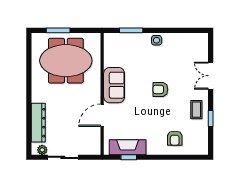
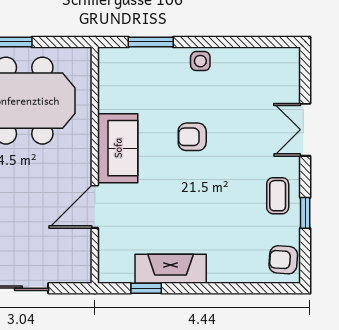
armchair: (160, 89) -> (192, 137), moved
armchair: (175, 138) -> (283, 260), moved, turned 94
fireplace: (128, 147) -> (171, 269), moved

